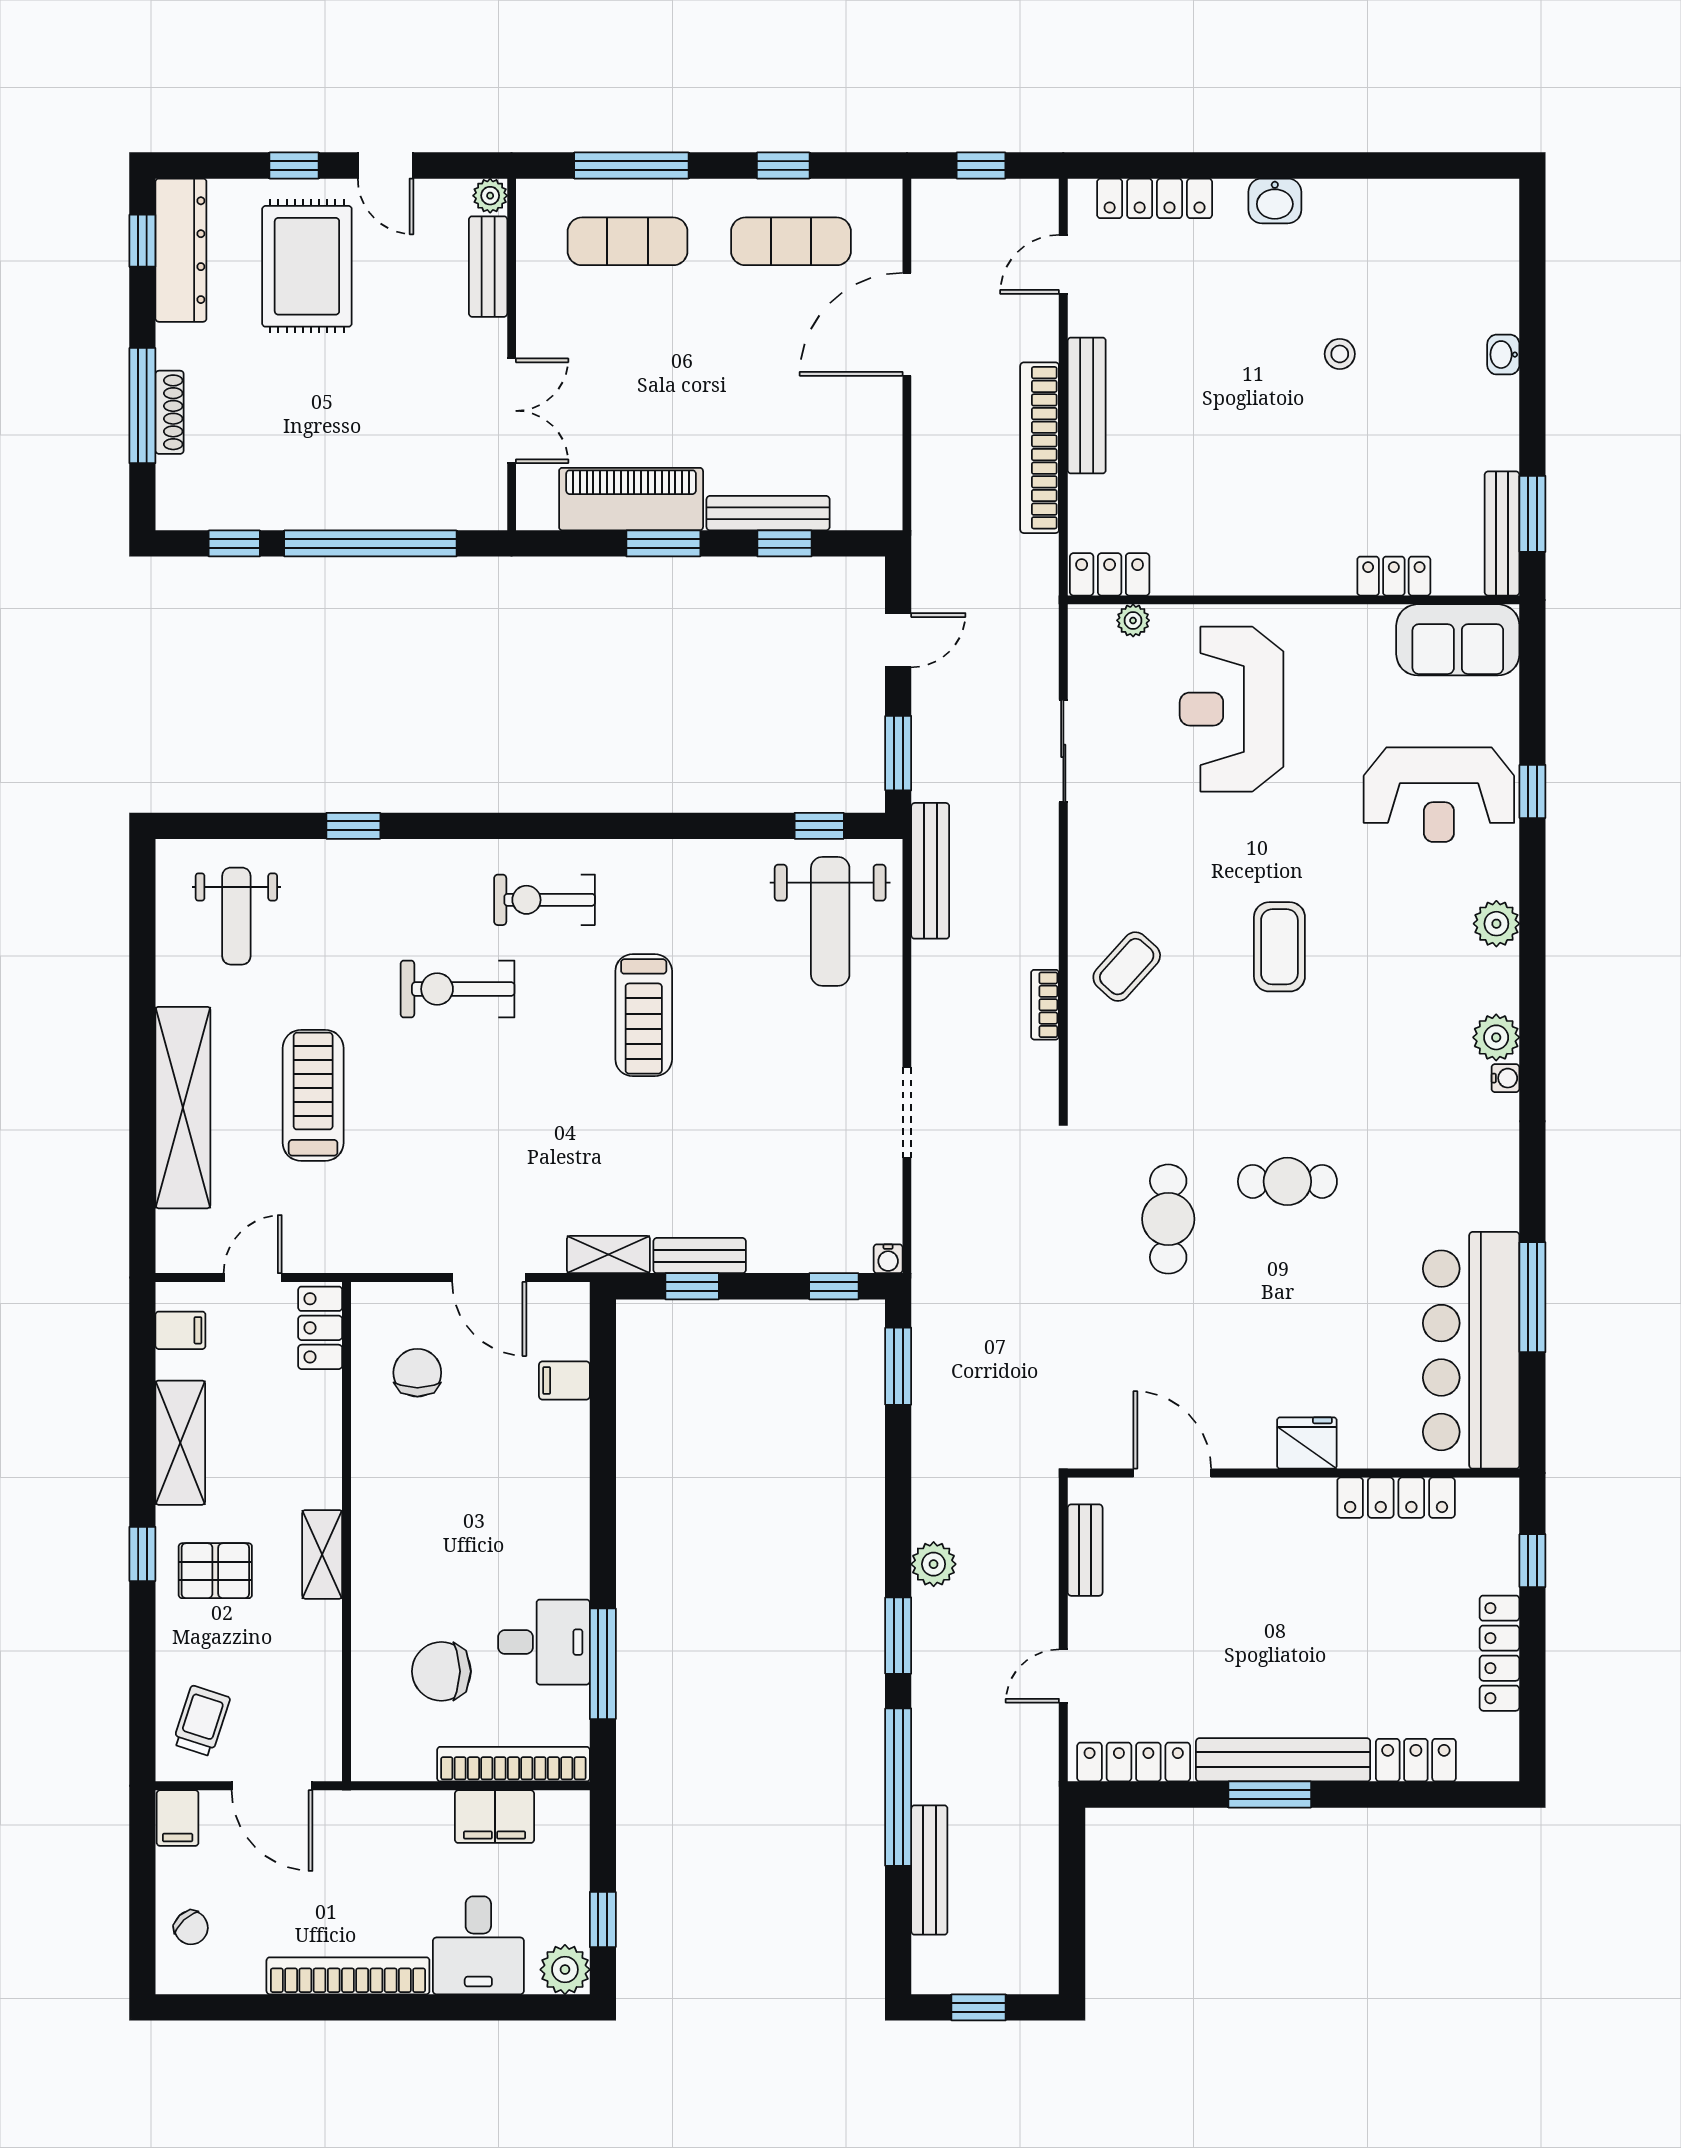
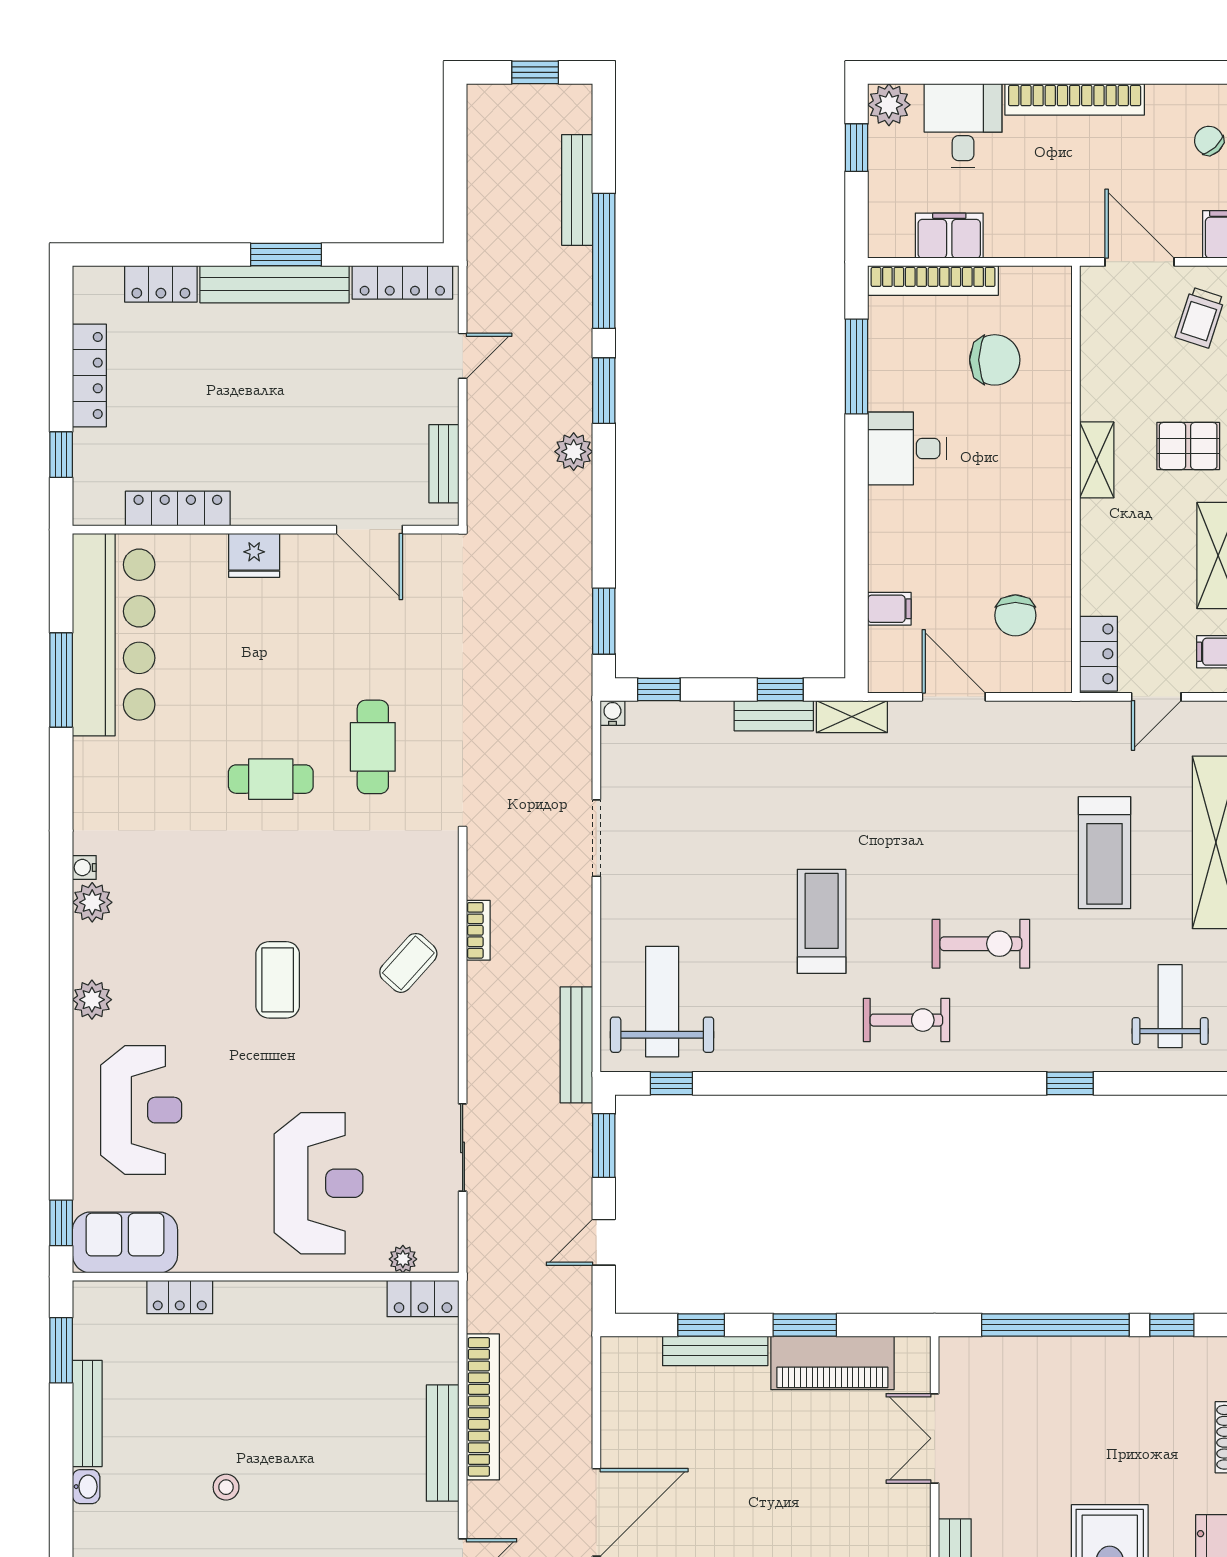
bench: (1502, 533) -> (87, 1413), moved
window: (1532, 791) -> (61, 1223), moved
reception desk: (1439, 795) -> (141, 1110), turned 90
desk: (544, 1642) -> (907, 449), moved

